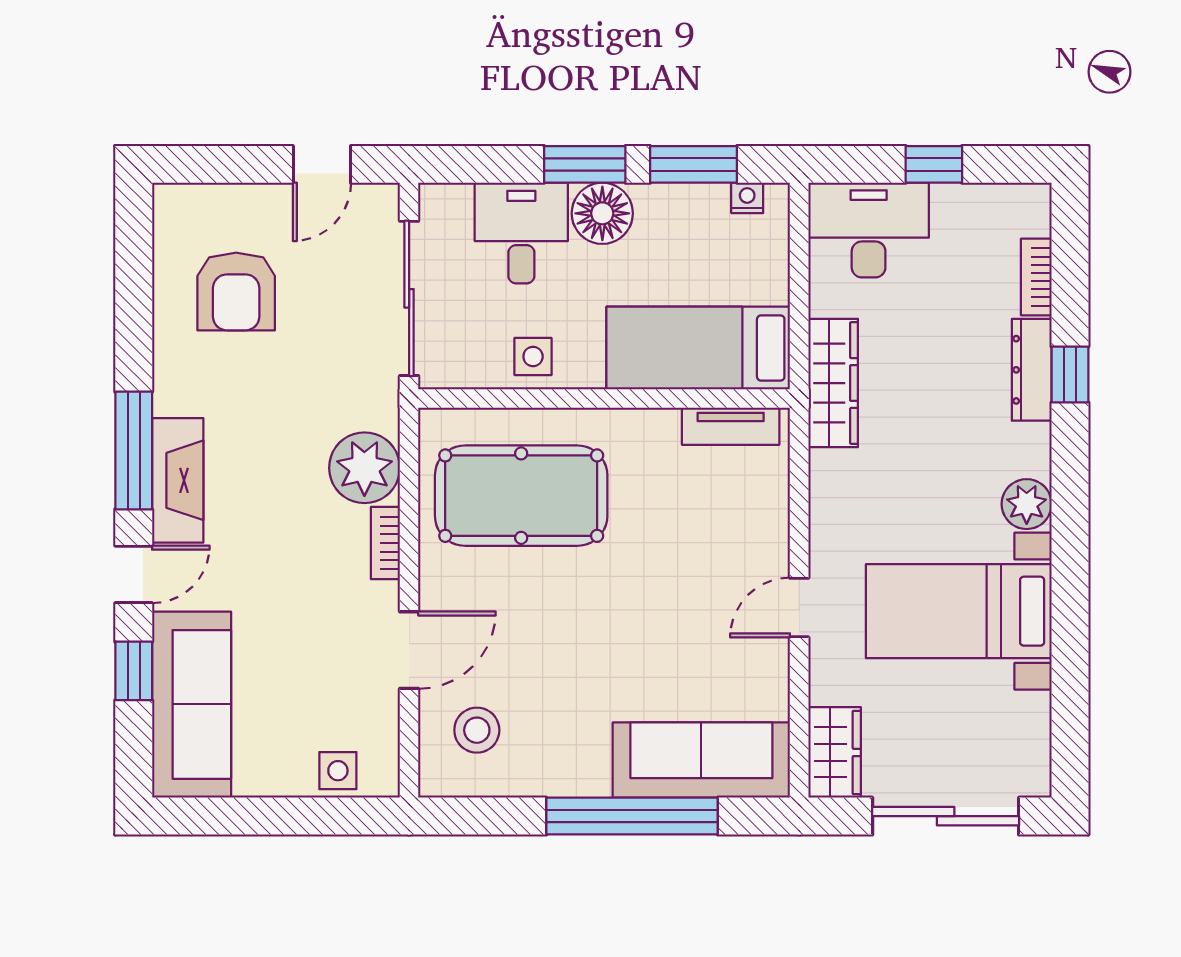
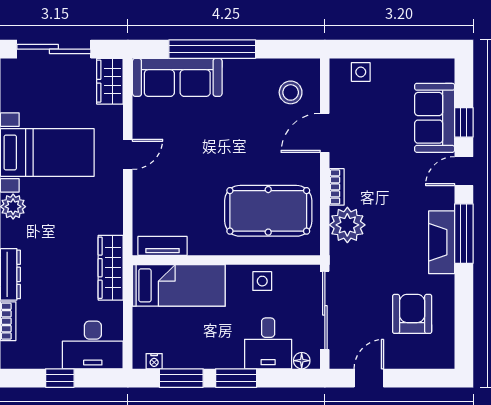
floor lamp: (602, 213) -> (302, 361), moved, width x0.53, depth x0.53
fireplace: (178, 480) -> (442, 242), moved
sofa: (192, 704) -> (435, 118), width x0.73

